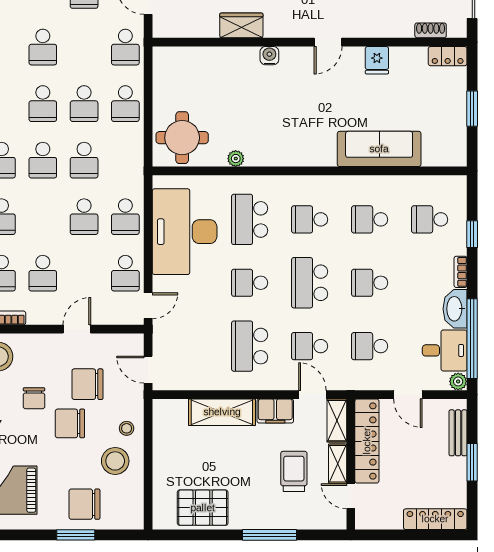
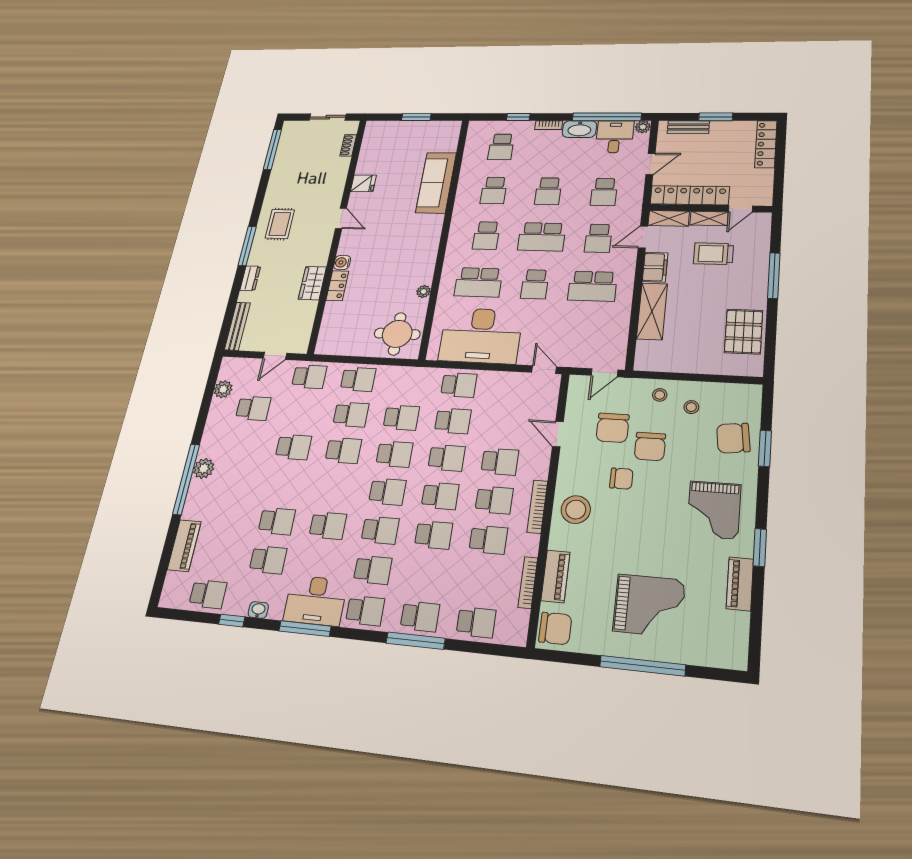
locker: (448, 56) -> (337, 286), moved
school desk: (125, 273) -> (447, 458), moved
stool: (115, 461) -> (691, 407), width x0.53, depth x0.53
chair: (84, 504) -> (733, 438), turned 83

